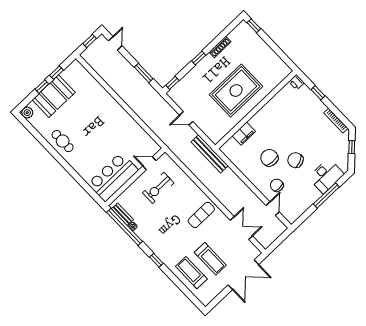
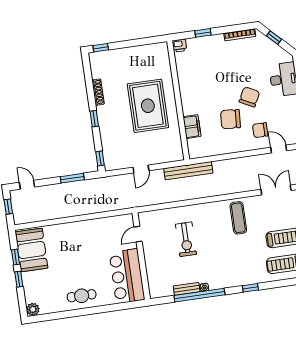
booth: (54, 96) -> (31, 250), moved
chair: (295, 160) -> (249, 97), turned 139
door: (149, 163) -> (138, 234), moved
bar counter: (113, 177) -> (127, 276), moved
wall: (135, 177) -> (141, 256), moved

